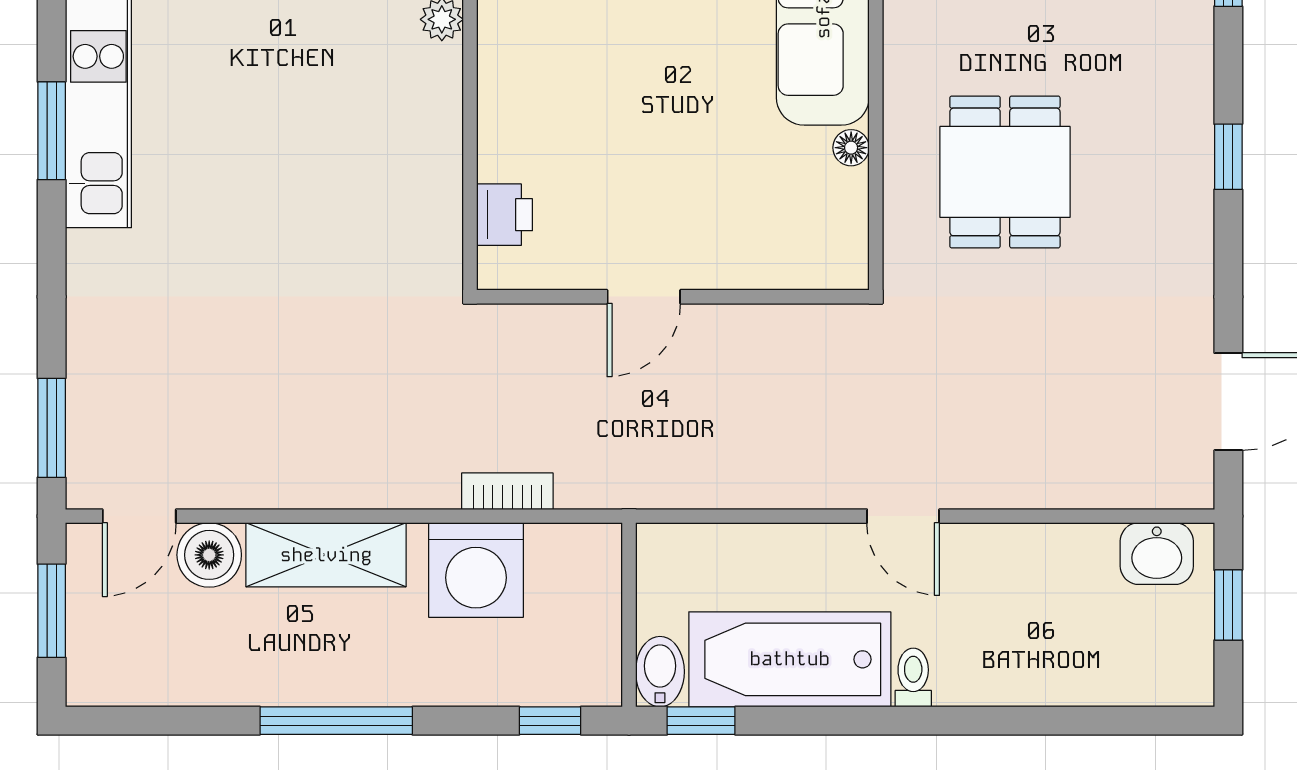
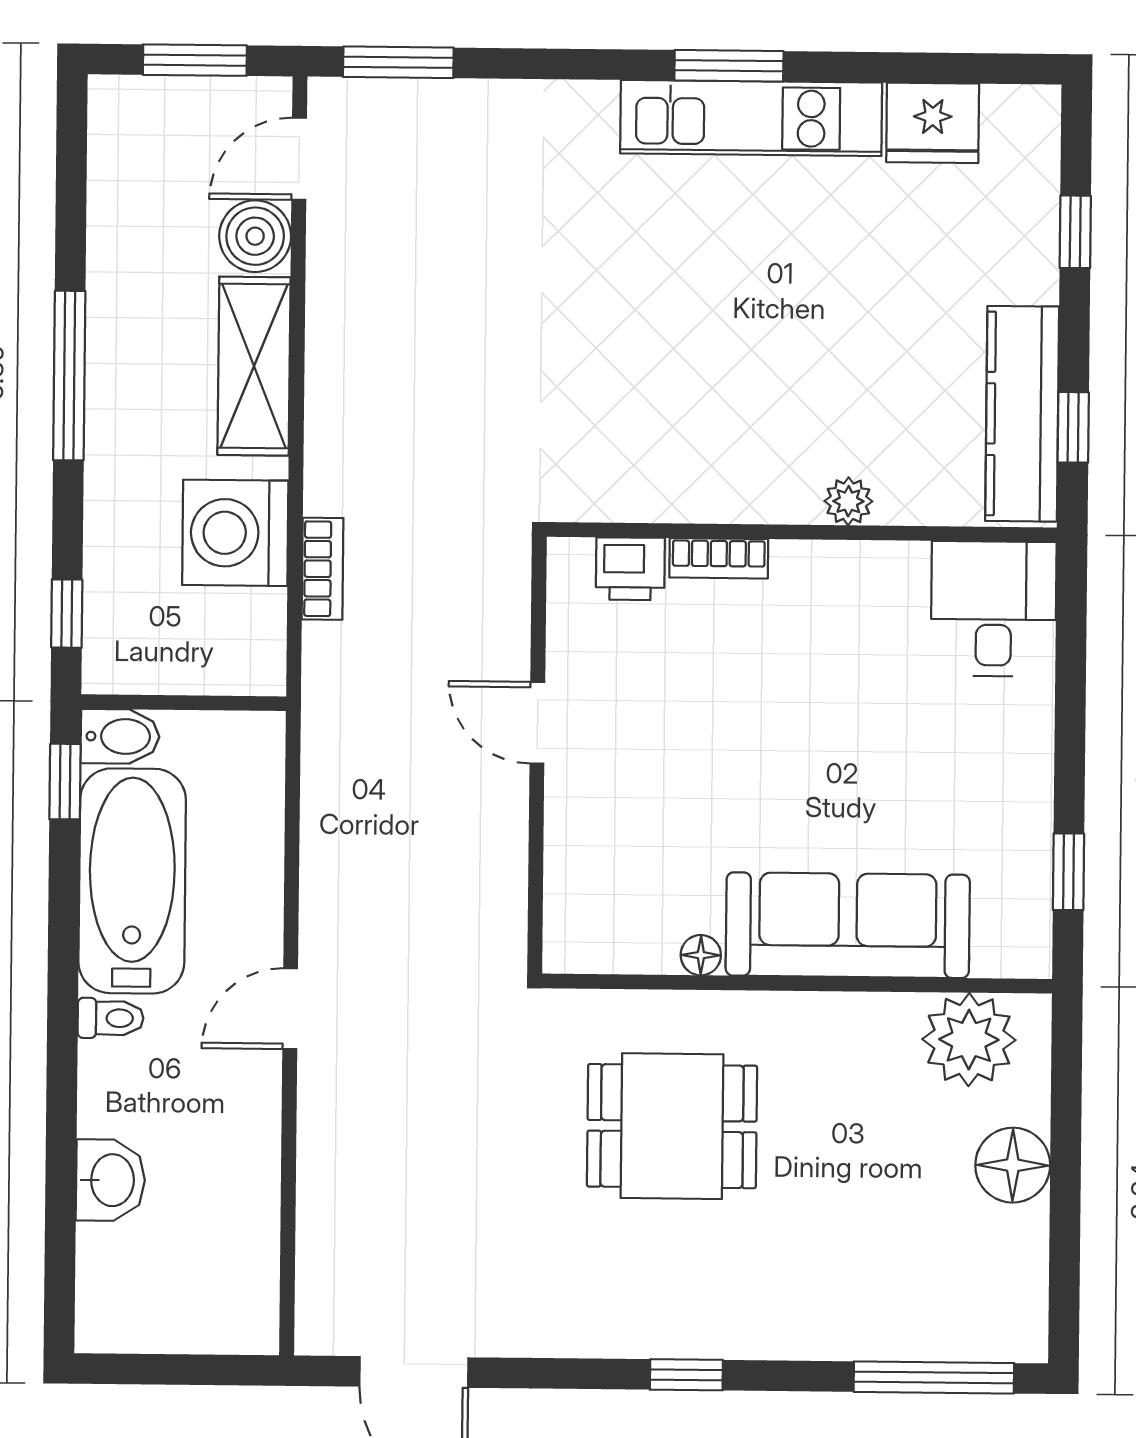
bookcase: (494, 135) -> (719, 558), added
door: (139, 516) -> (299, 159), hinge flipped
washbasin: (1157, 554) -> (110, 1180), moved, turned 180
window: (1228, 605) -> (188, 1370), removed

